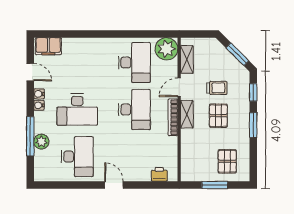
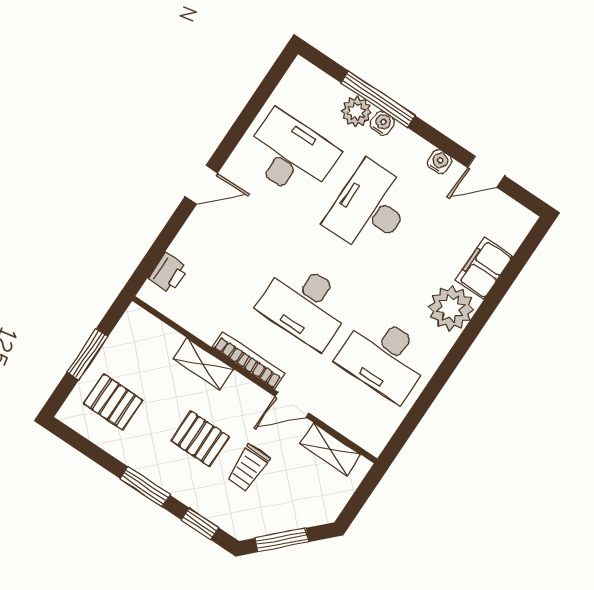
filing cabinet: (48, 46) -> (484, 268), moved
plant: (166, 49) -> (451, 308), moved
door: (179, 87) -> (292, 405), swing flipped
water cooler: (39, 105) -> (382, 123), moved
shelving: (187, 114) -> (203, 364), moved
desk: (77, 157) -> (291, 155), turned 180

